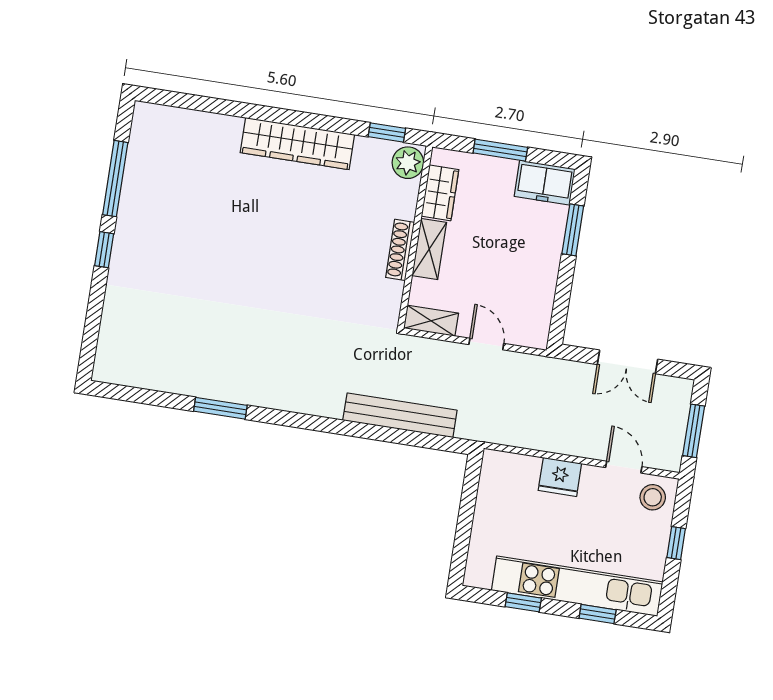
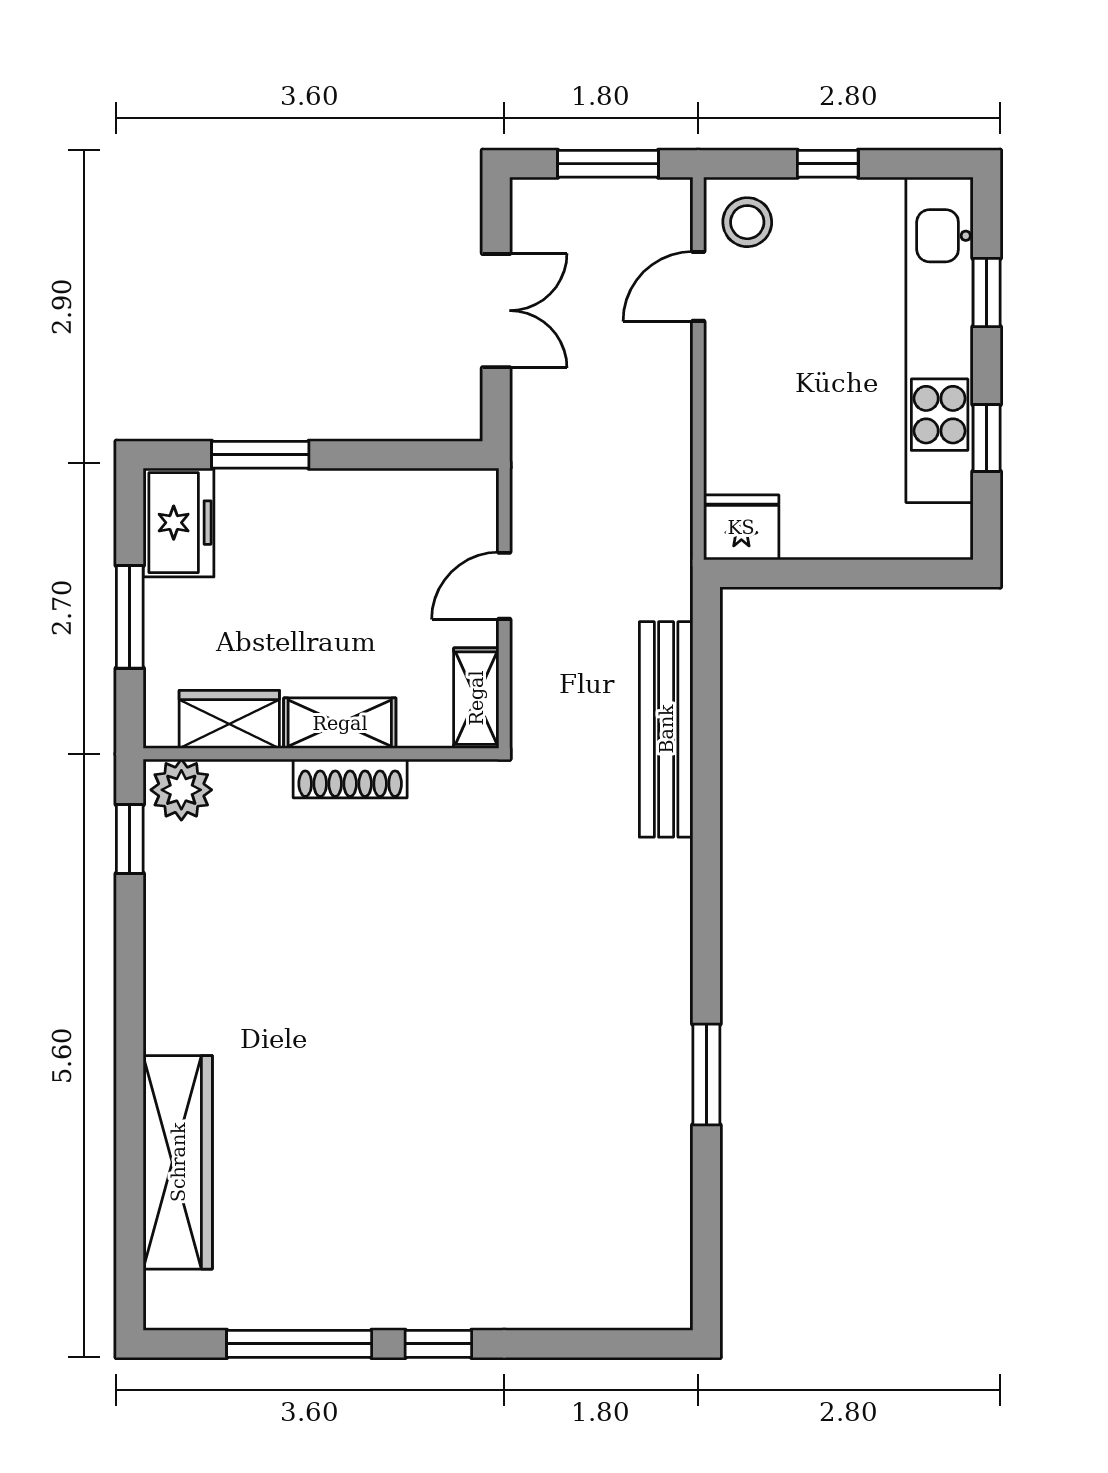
wardrobe: (297, 144) -> (178, 1162), moved
fridge: (560, 477) -> (741, 527), moved, turned -90

